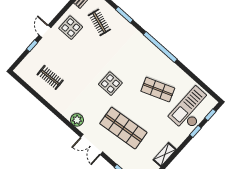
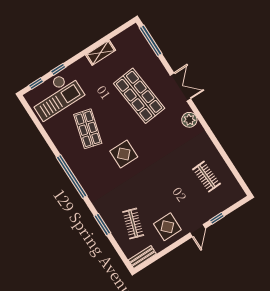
display table: (110, 84) -> (124, 154), moved
shop shelf: (158, 90) -> (88, 129), turned 36

